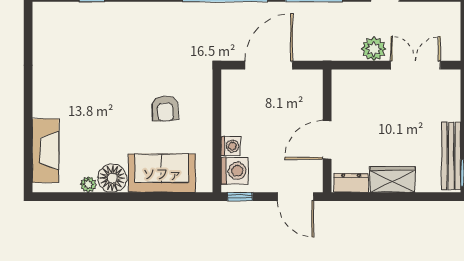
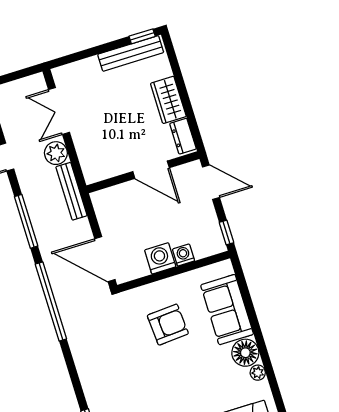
bench: (330, 53) -> (71, 191), added
door: (269, 65) -> (105, 259), moved
armchair: (165, 108) -> (168, 325), width x1.38, depth x1.38
washing machine: (235, 171) -> (160, 258), moved
door: (296, 197) -> (211, 182), hinge flipped

